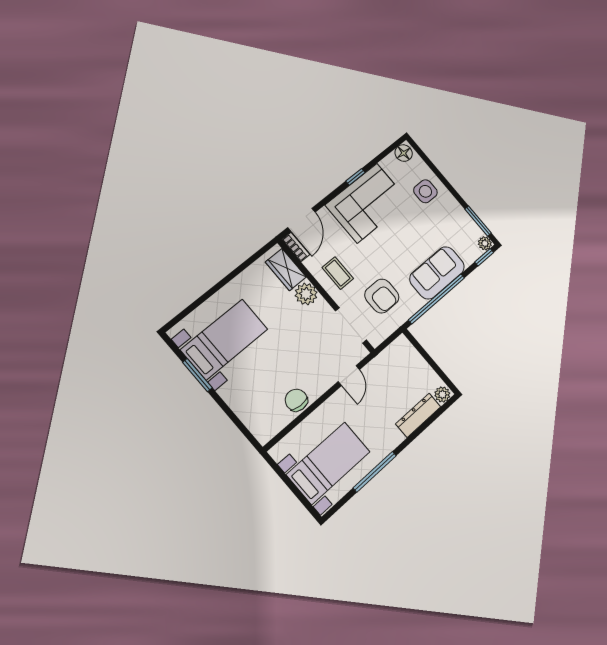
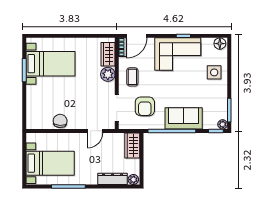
wardrobe: (407, 355) -> (132, 145), added

